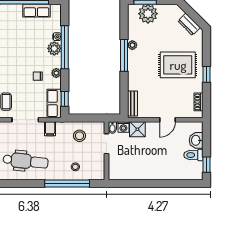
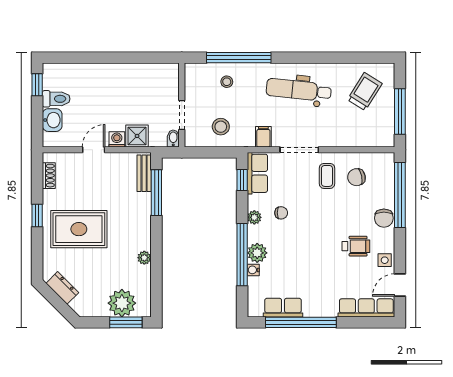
window: (124, 55) -> (156, 193), moved
washing machine: (123, 127) -> (117, 139), moved

